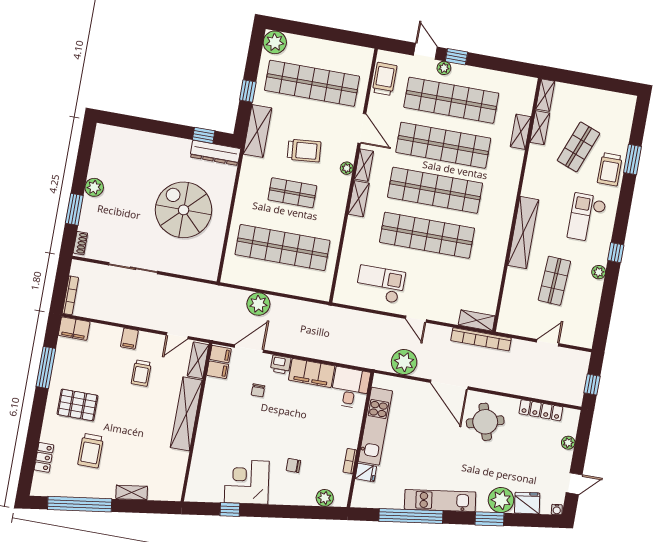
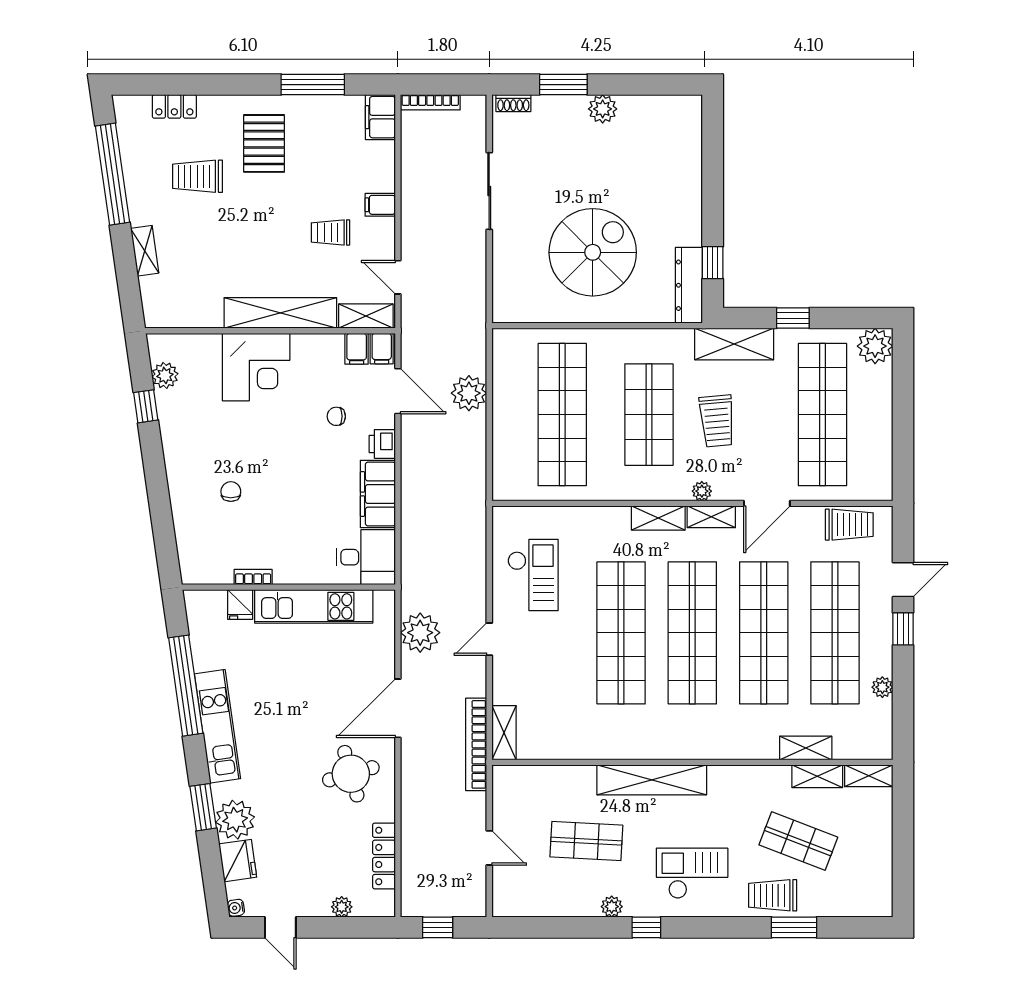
plant: (444, 68) -> (882, 687), moved
shop shelf: (292, 193) -> (649, 415), width x1.43, depth x1.36
corner desk: (247, 482) -> (256, 367), moved, turned 98
plant: (325, 498) -> (165, 375), moved

